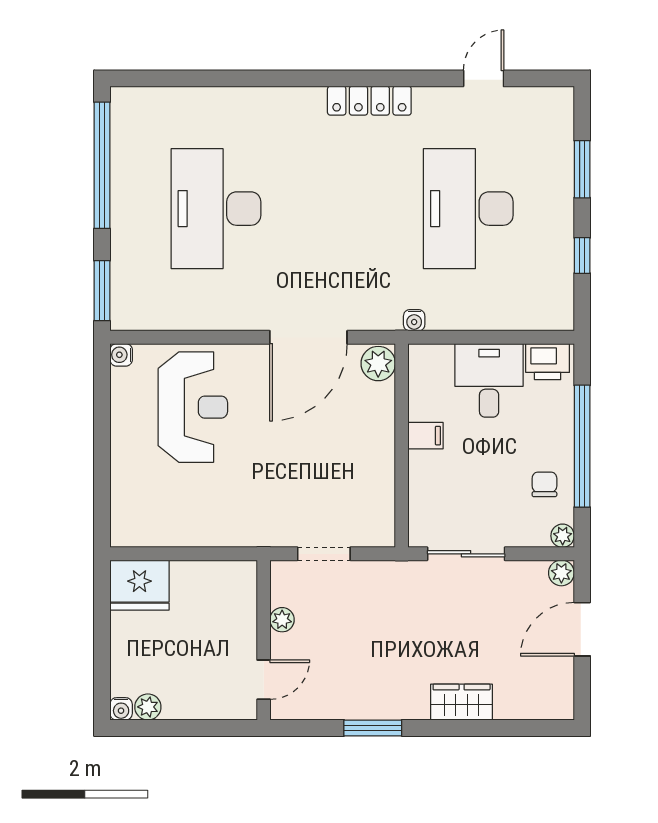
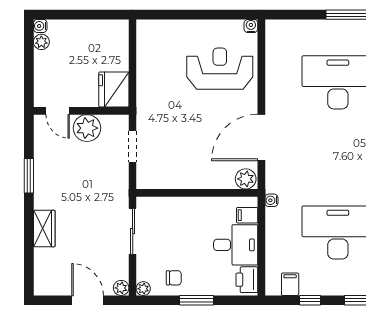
filing cabinet: (555, 289) -> (290, 284), added
window: (102, 291) -> (289, 15), removed
door: (308, 337) -> (261, 137), hinge flipped
reception desk: (193, 407) -> (220, 69), turned 180
filing cabinet: (426, 436) -> (247, 215), moved, turned 90
window: (582, 446) -> (197, 300), width x0.47
fridge: (139, 585) -> (114, 89), moved
plant: (282, 620) -> (87, 128), width x1.88, depth x1.88

